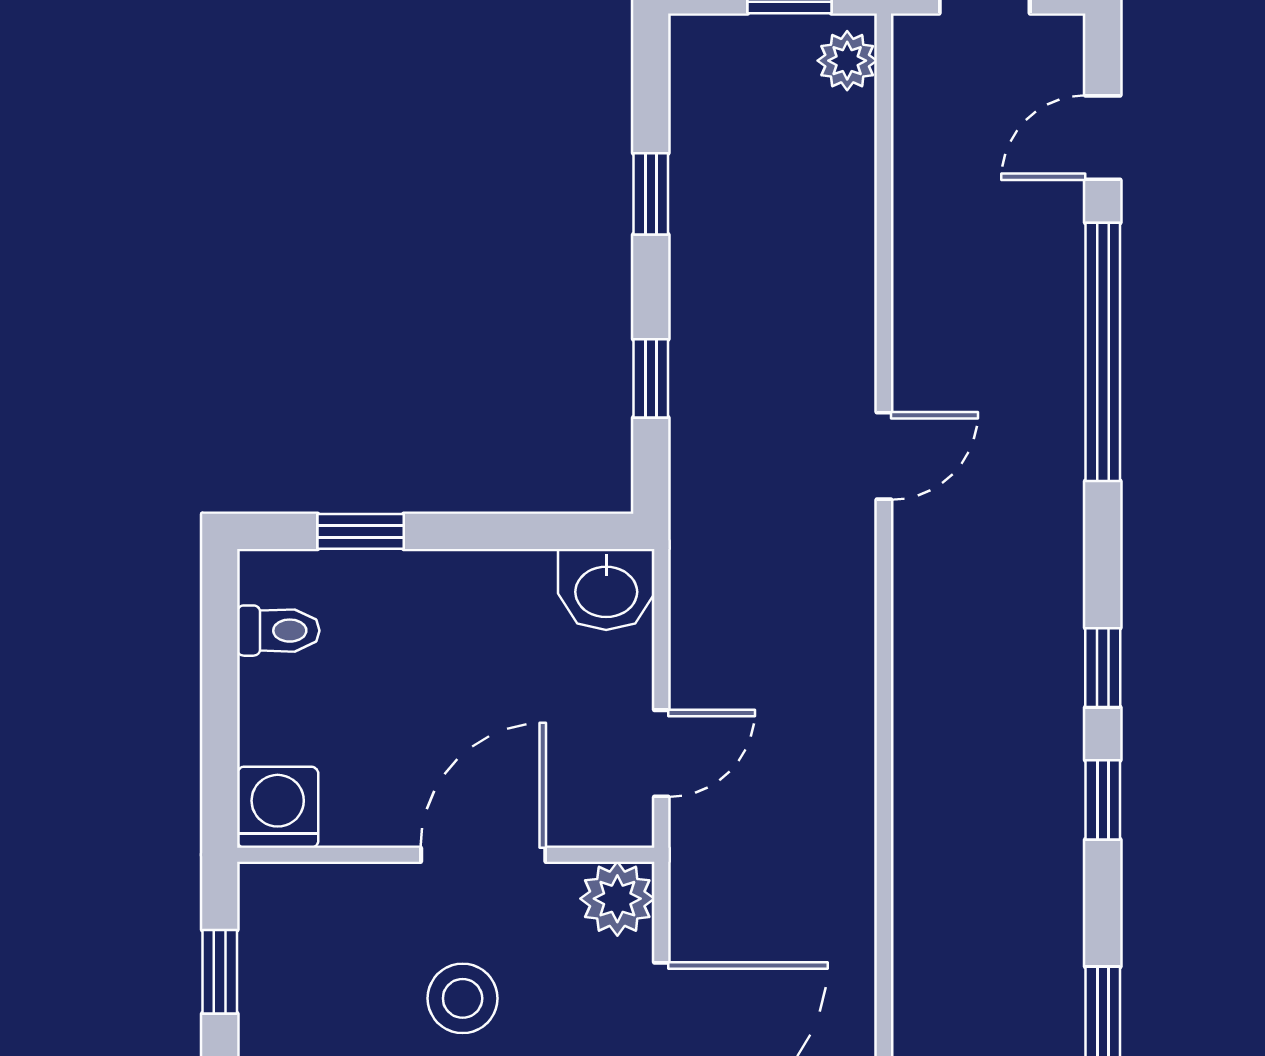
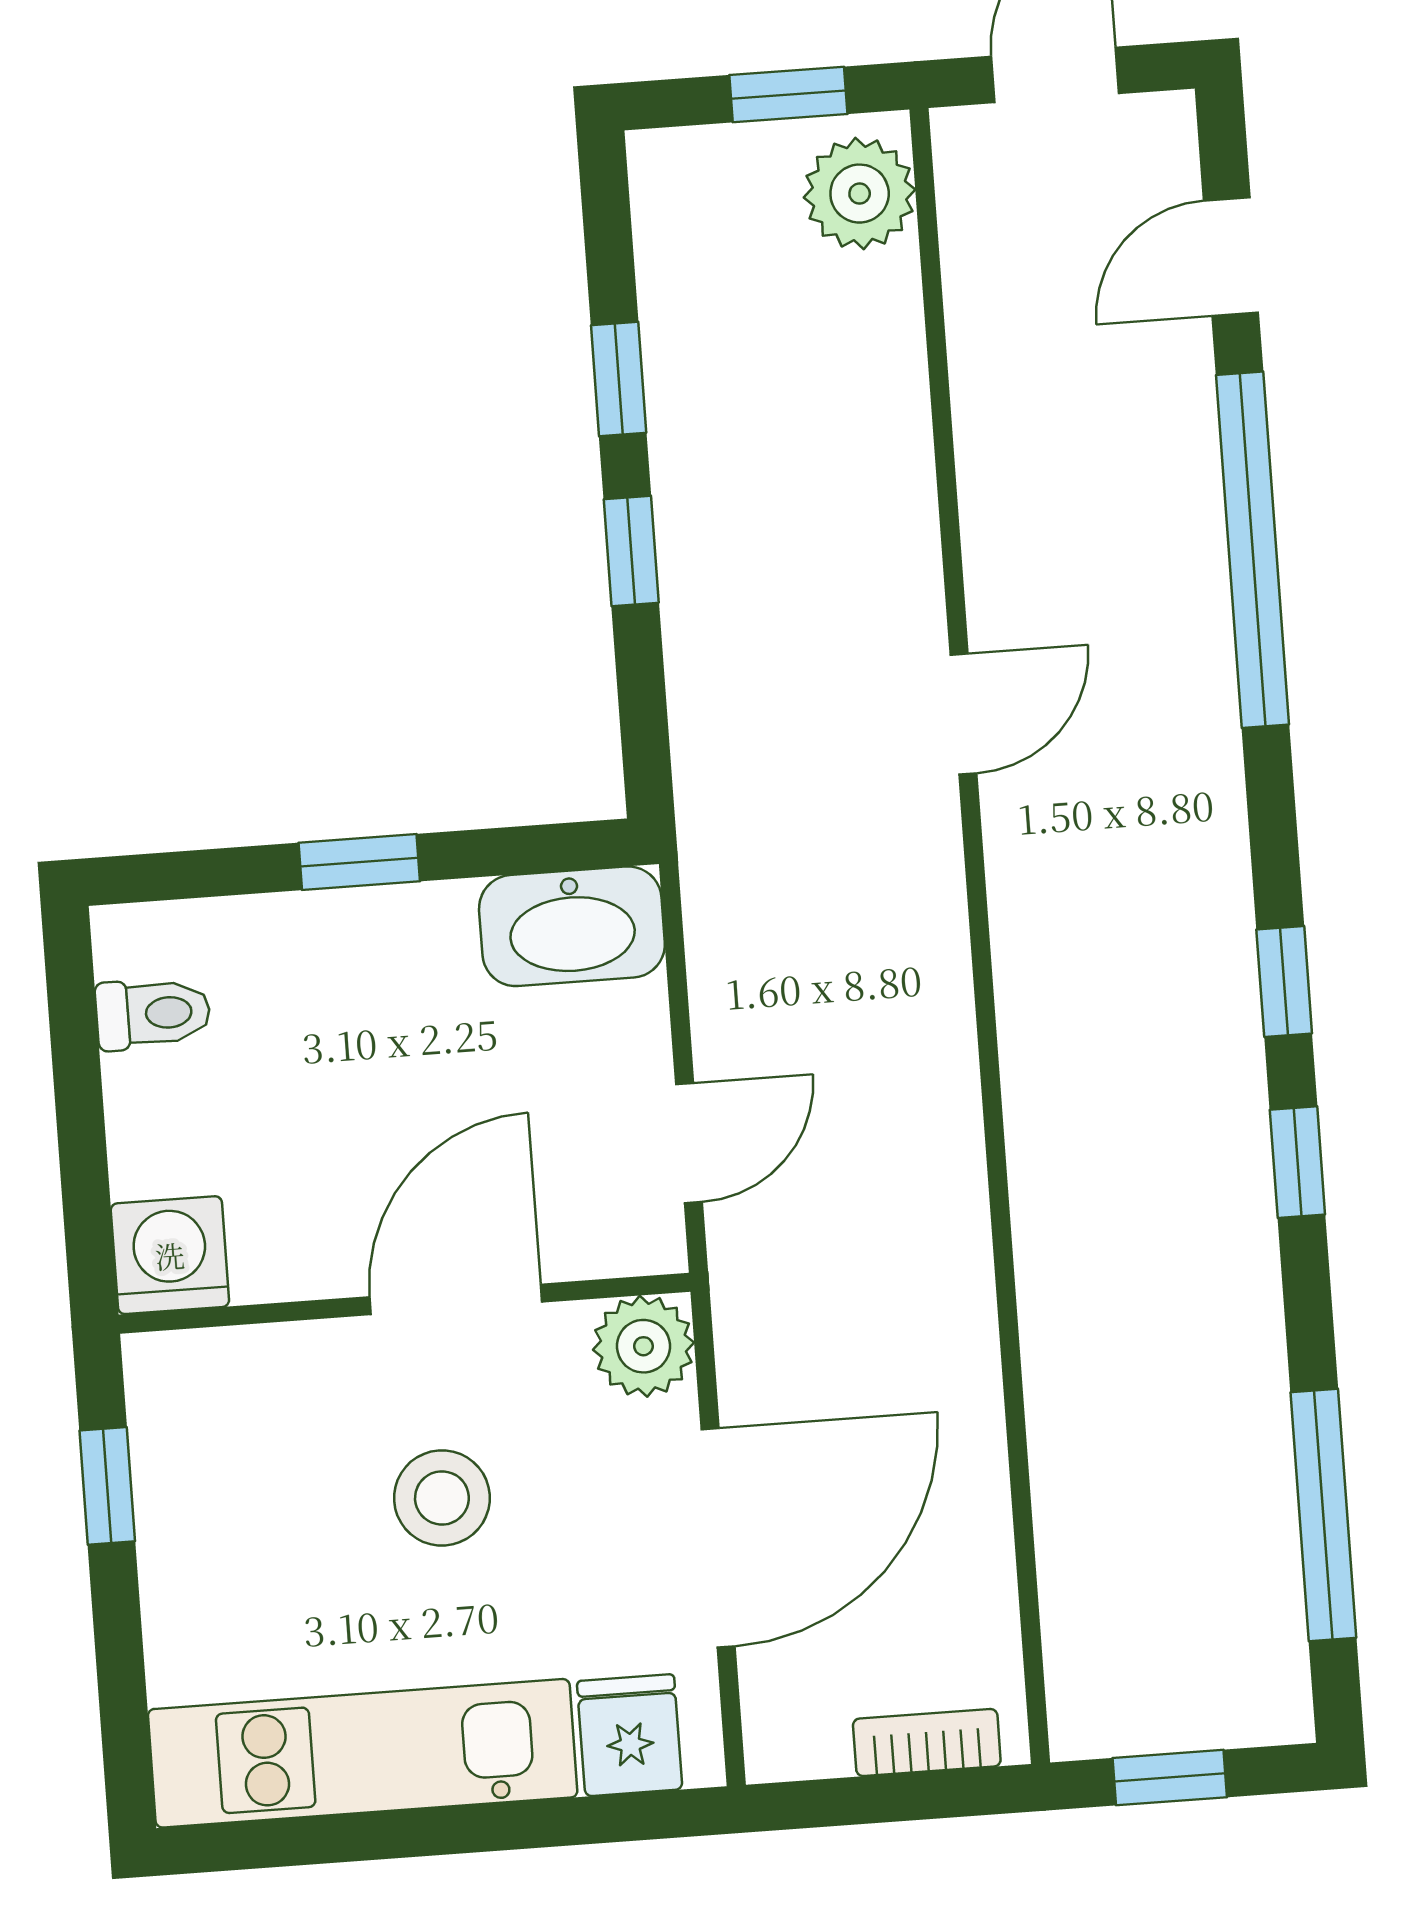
plant: (847, 61) -> (860, 194), width x1.38, depth x1.38
window: (651, 378) -> (631, 551), moved
window: (361, 531) -> (359, 862), moved
washbasin: (606, 589) -> (572, 926), width x1.38

